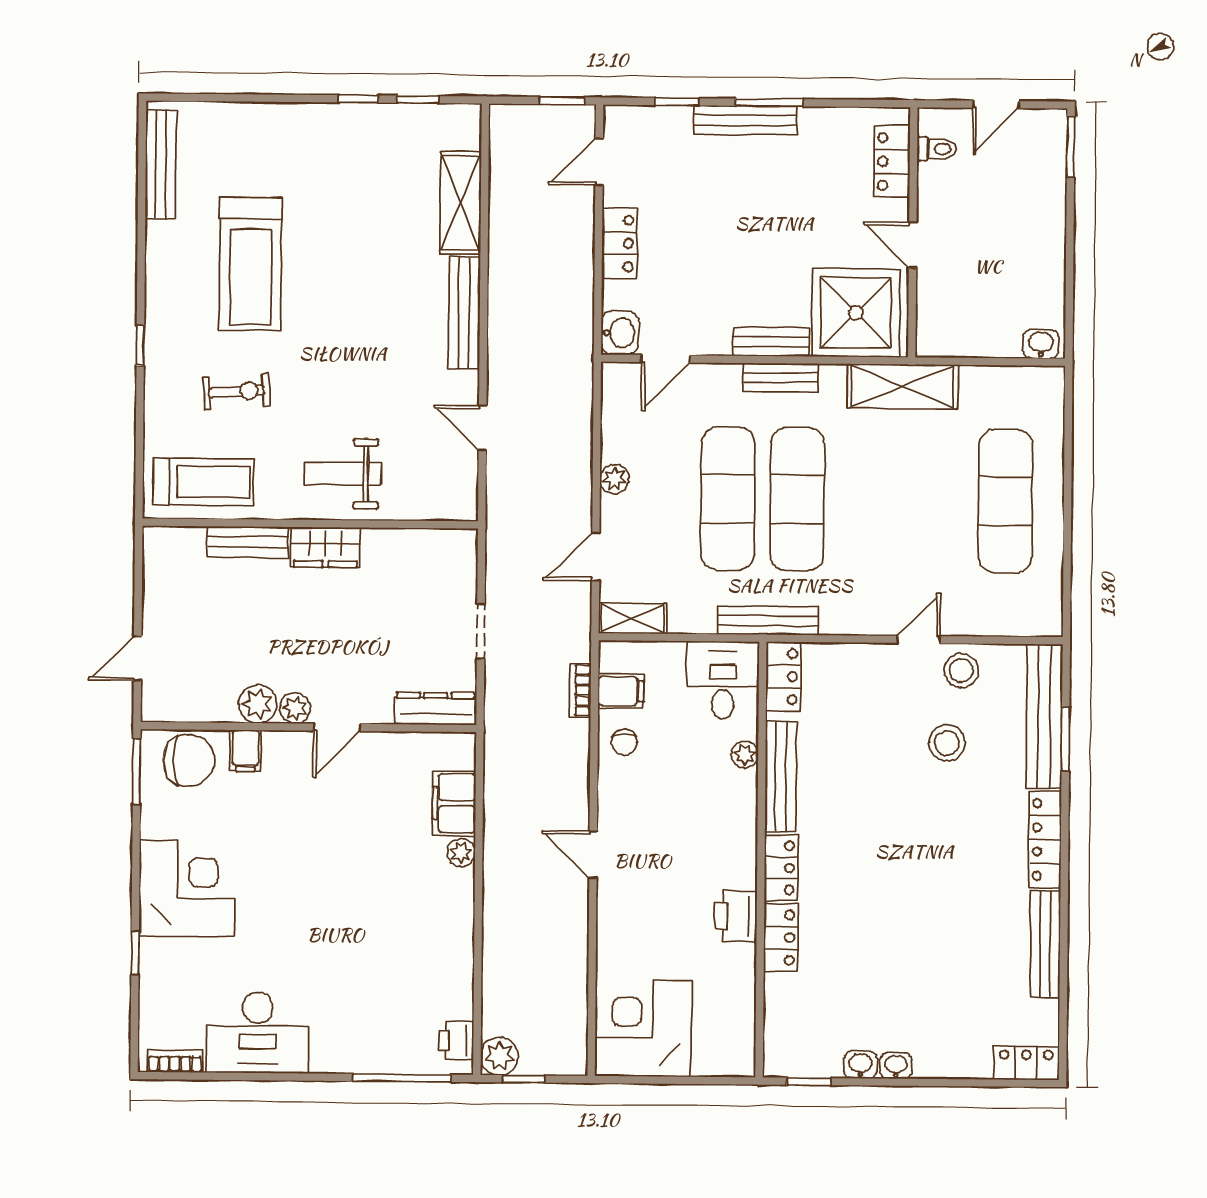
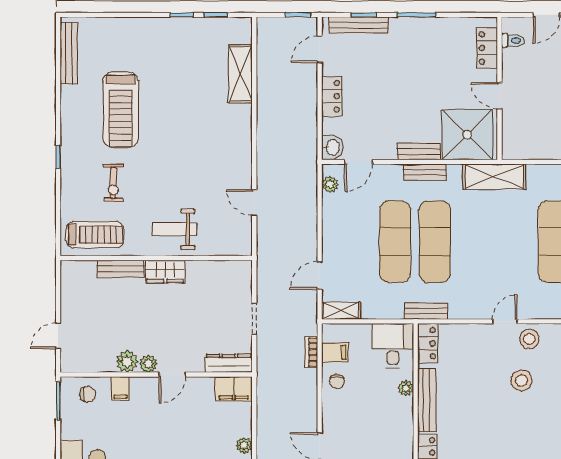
bench: (745, 120) -> (358, 25), moved
bench: (464, 313) -> (243, 137), removed
exercise bike: (237, 392) -> (113, 183), turned 94
plant: (615, 479) -> (330, 184), moved
bench: (768, 620) -> (426, 311), width x0.73
chair: (189, 760) -> (88, 394), width x0.54, depth x0.54
filing cabinet: (454, 803) -> (234, 389), moved, turned -90

